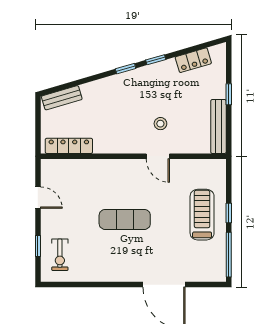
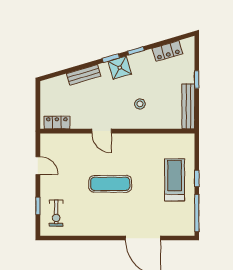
shower: (136, 80) -> (120, 68), added
bench: (62, 98) -> (84, 75), moved
locker: (69, 146) -> (57, 122), width x0.66
door: (158, 156) -> (102, 131), moved

